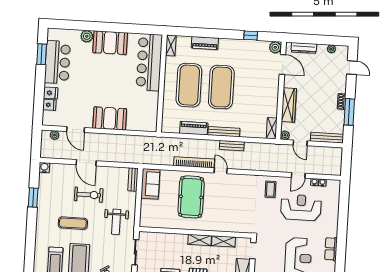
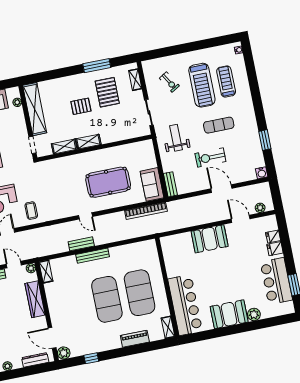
piano: (194, 128) -> (124, 251), removed
bookcase: (194, 162) -> (146, 211), moved
pool table: (191, 197) -> (108, 182), turned 90

